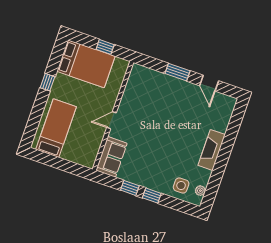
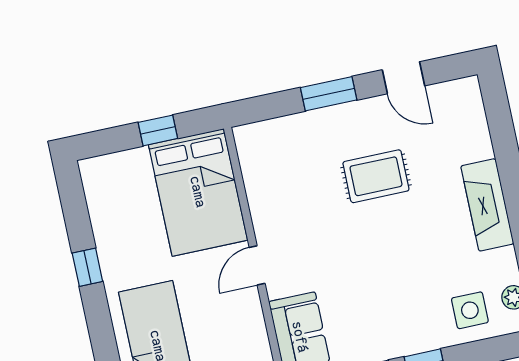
bed: (86, 64) -> (198, 192), moved, turned 90
rug: (176, 114) -> (376, 176), added

